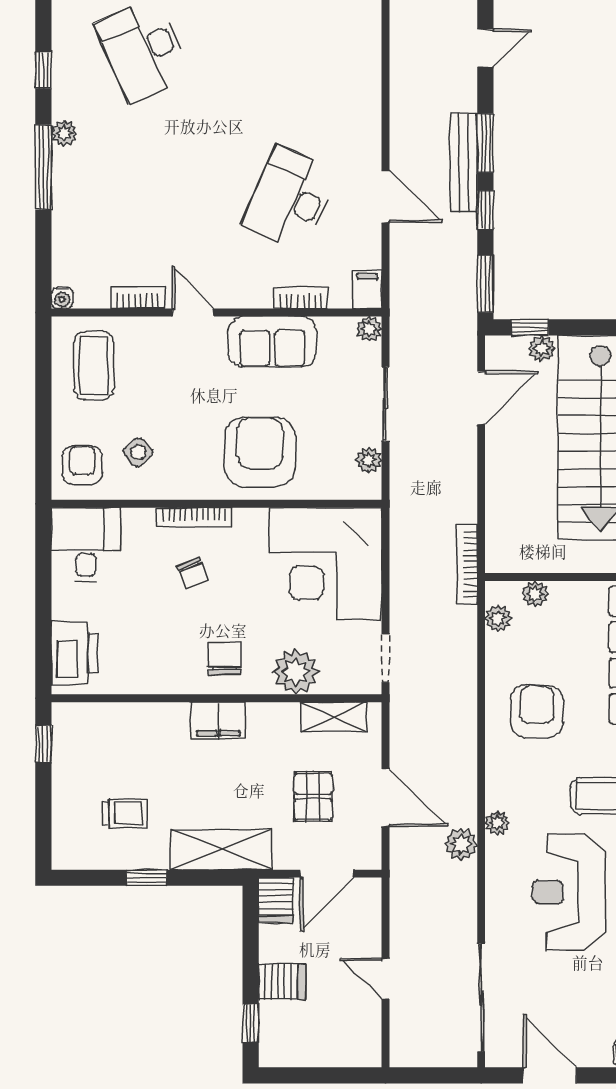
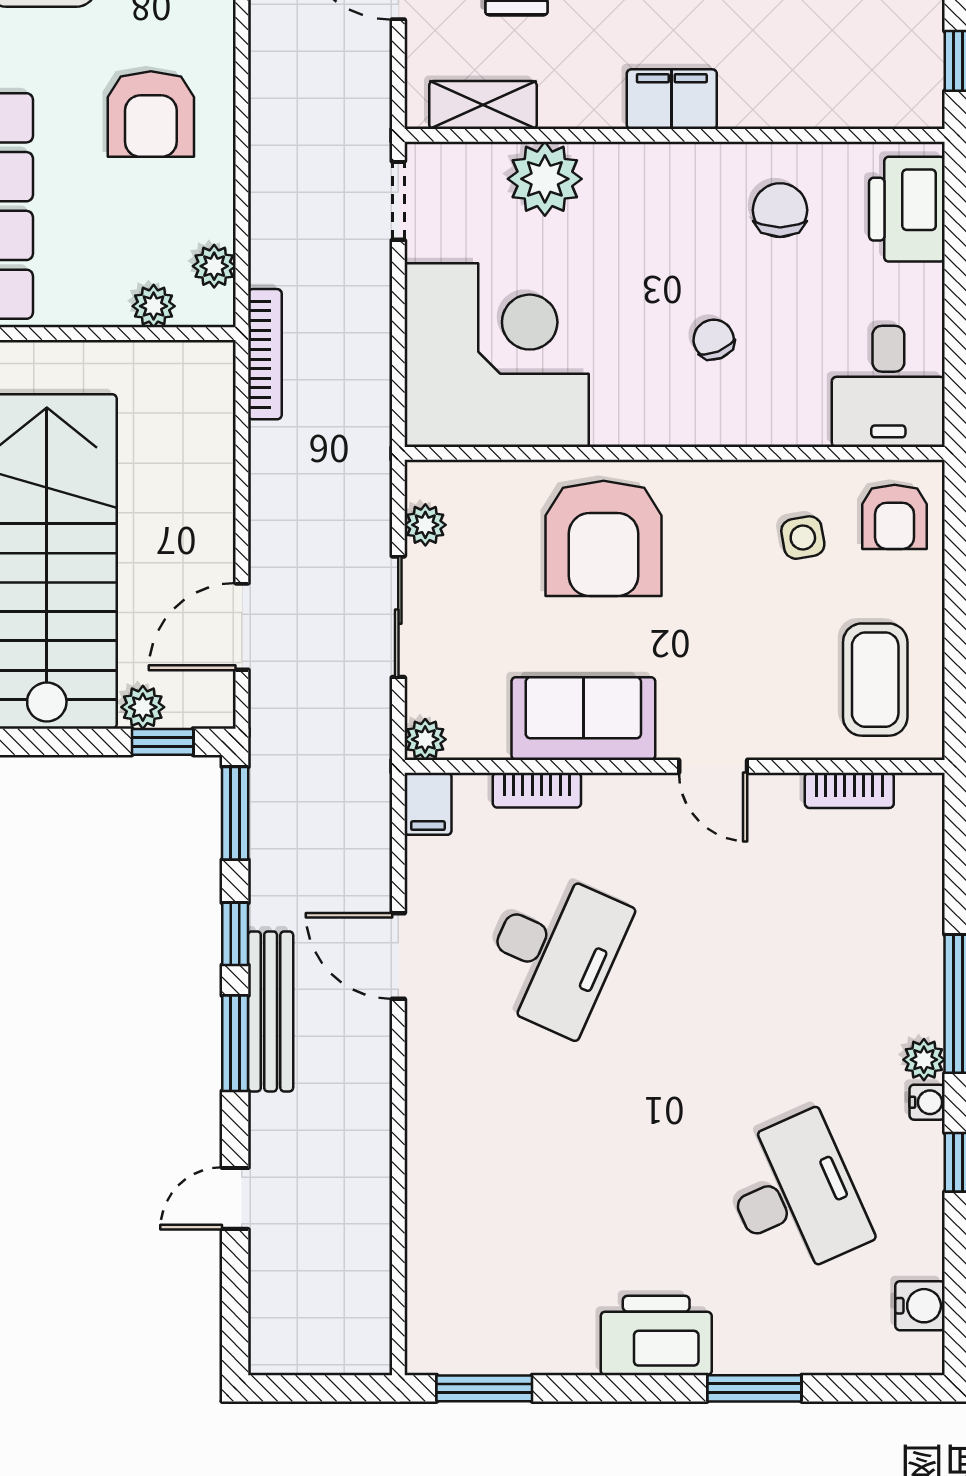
water cooler: (62, 298) -> (927, 1102), moved, turned 90
bookcase: (138, 298) -> (849, 790), moved
side table: (138, 452) -> (803, 538), turned 32
bookcase: (194, 517) -> (711, 431), removed
chair: (224, 658) -> (780, 210), moved, turned 180

